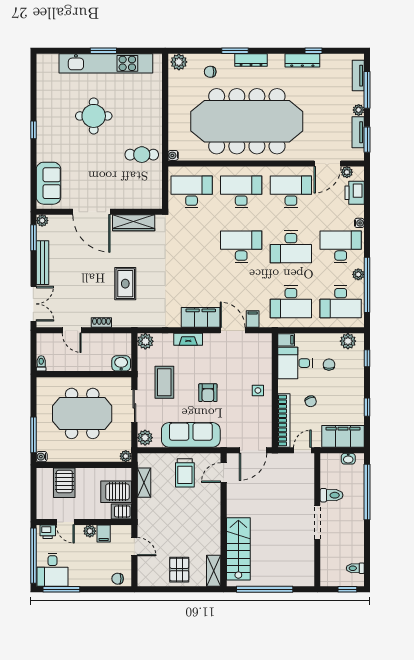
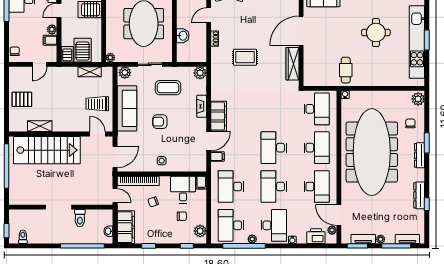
desk: (241, 247) -> (274, 148), turned 180
washbasin: (121, 363) -> (183, 36), moved
door: (253, 450) -> (115, 157), swing flipped
stairs: (238, 549) -> (47, 150), width x1.36, depth x1.51
shelving: (214, 571) -> (40, 126), moved

